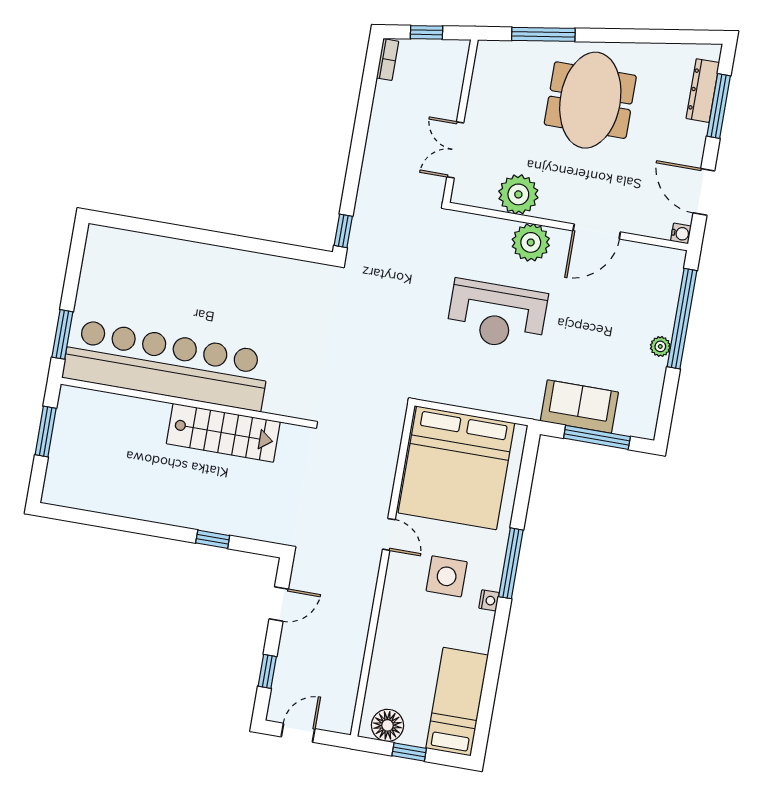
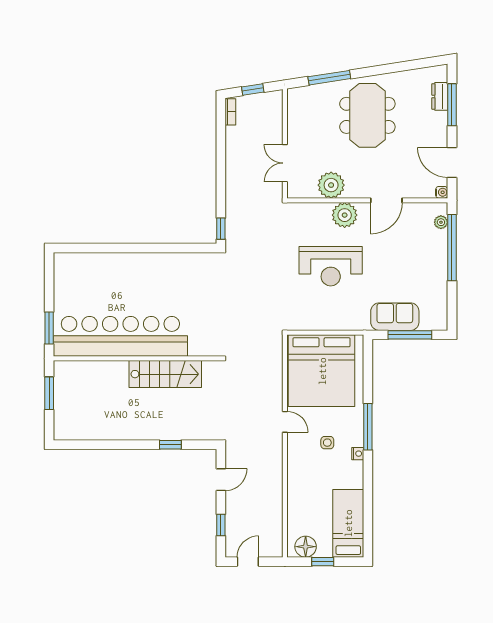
dresser: (703, 91) -> (440, 96), width x0.70
plant: (660, 346) -> (441, 222), moved
side table: (447, 576) -> (327, 443), width x0.54, depth x0.54

